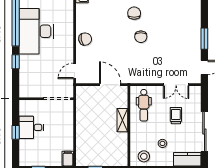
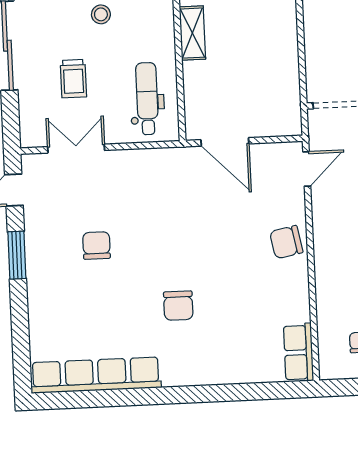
chair: (141, 37) -> (96, 245), moved
shelving: (122, 120) -> (192, 33), moved

